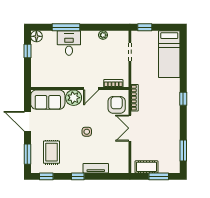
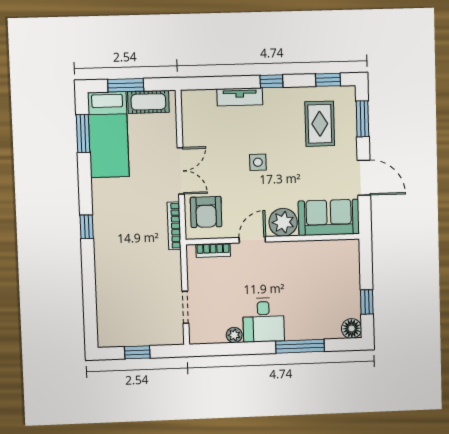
window: (145, 27) -> (137, 352), moved
desk: (69, 43) -> (263, 320), moved
bed: (169, 54) -> (108, 135), moved, turned 180

